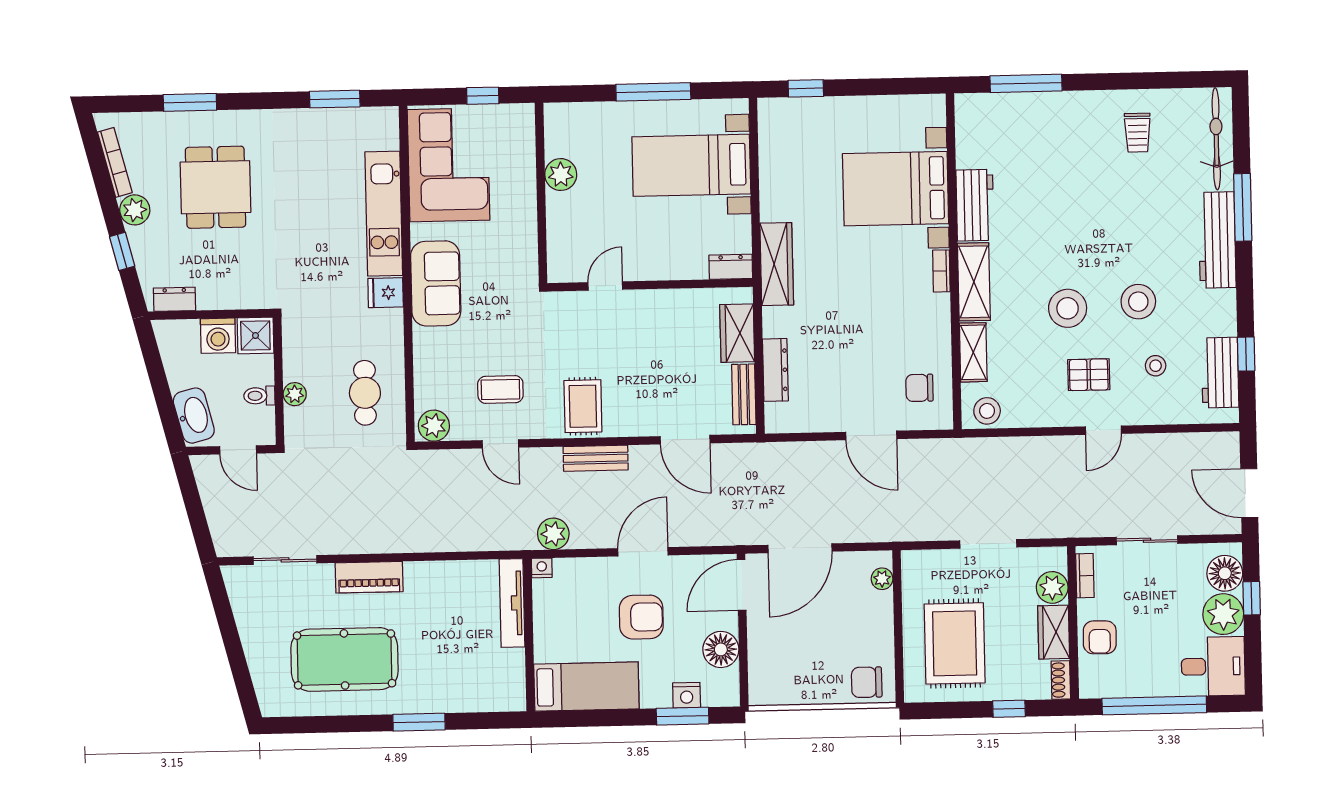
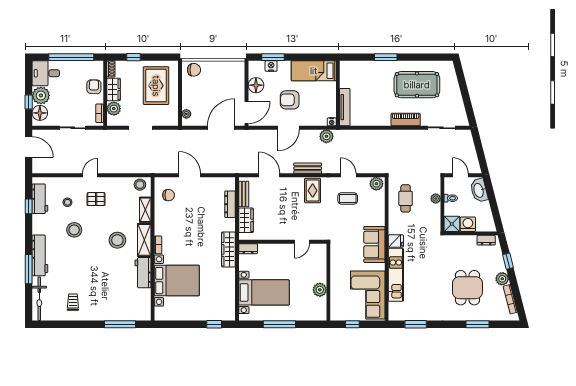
stool: (1068, 308) -> (117, 240), moved

